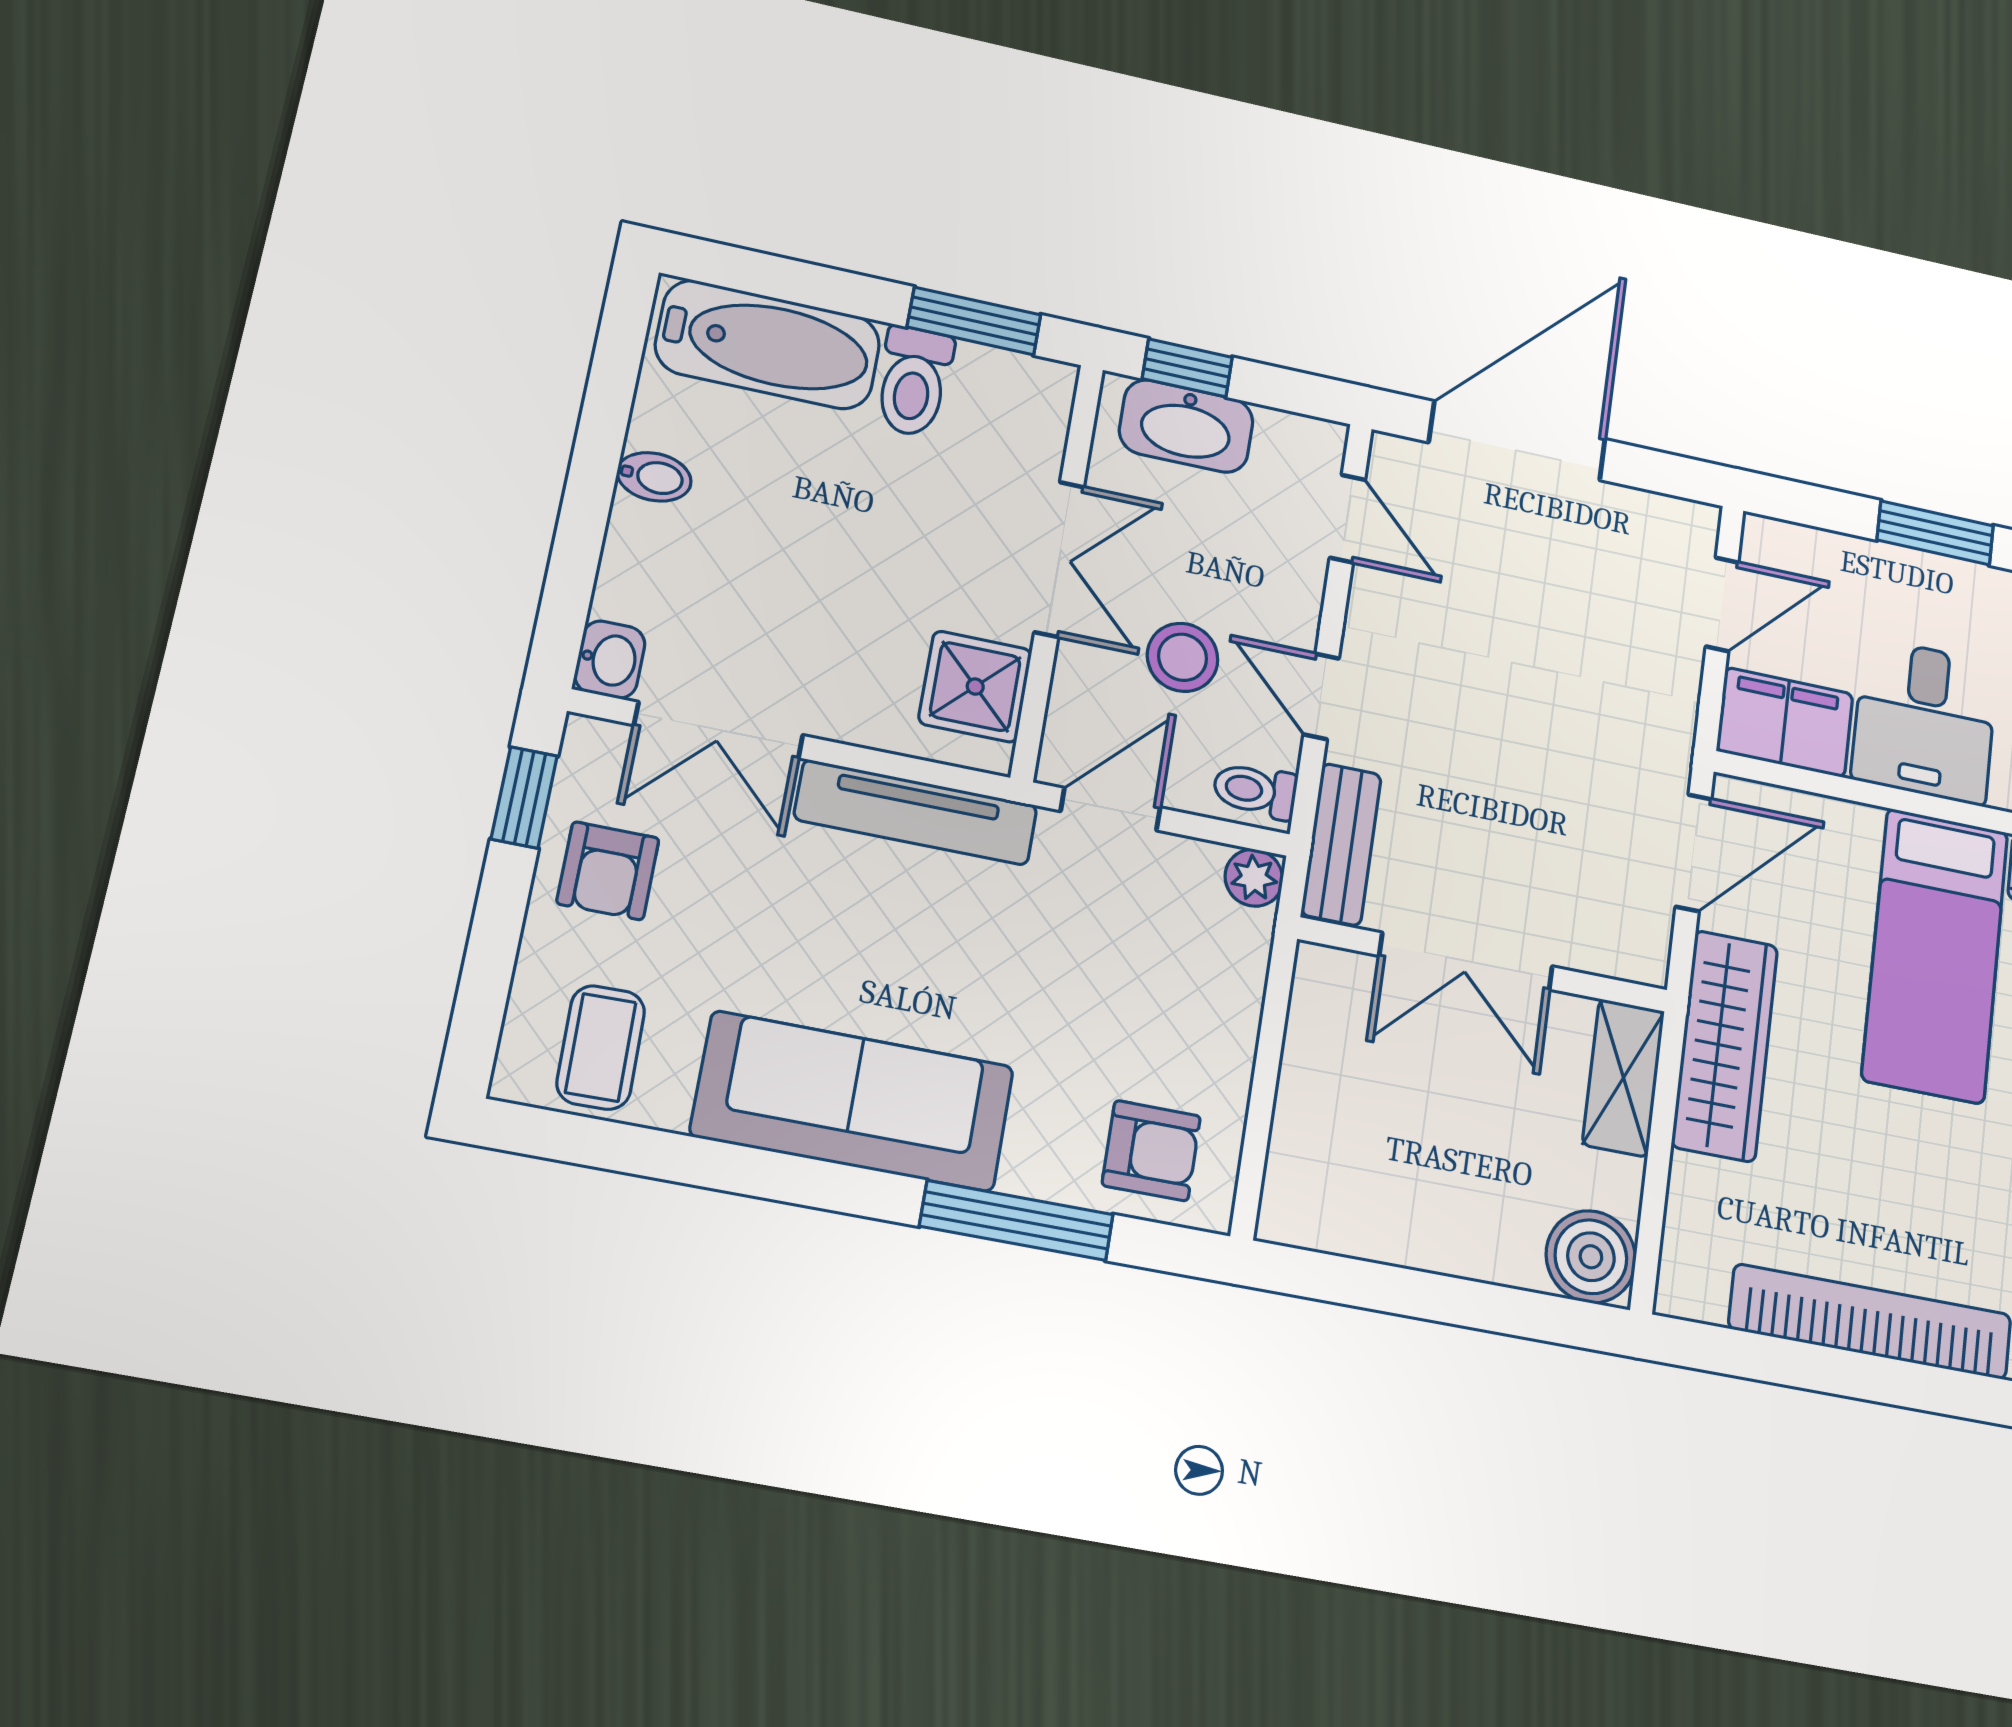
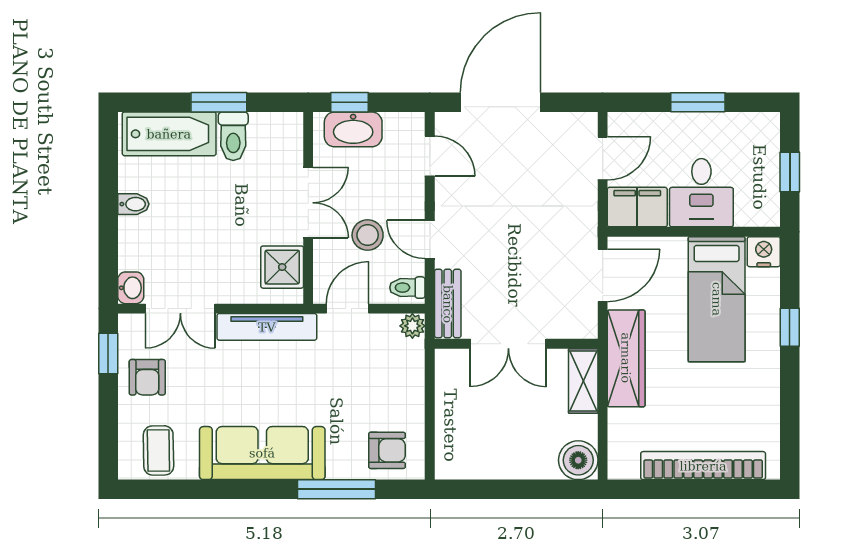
window: (974, 321) -> (219, 102), moved

